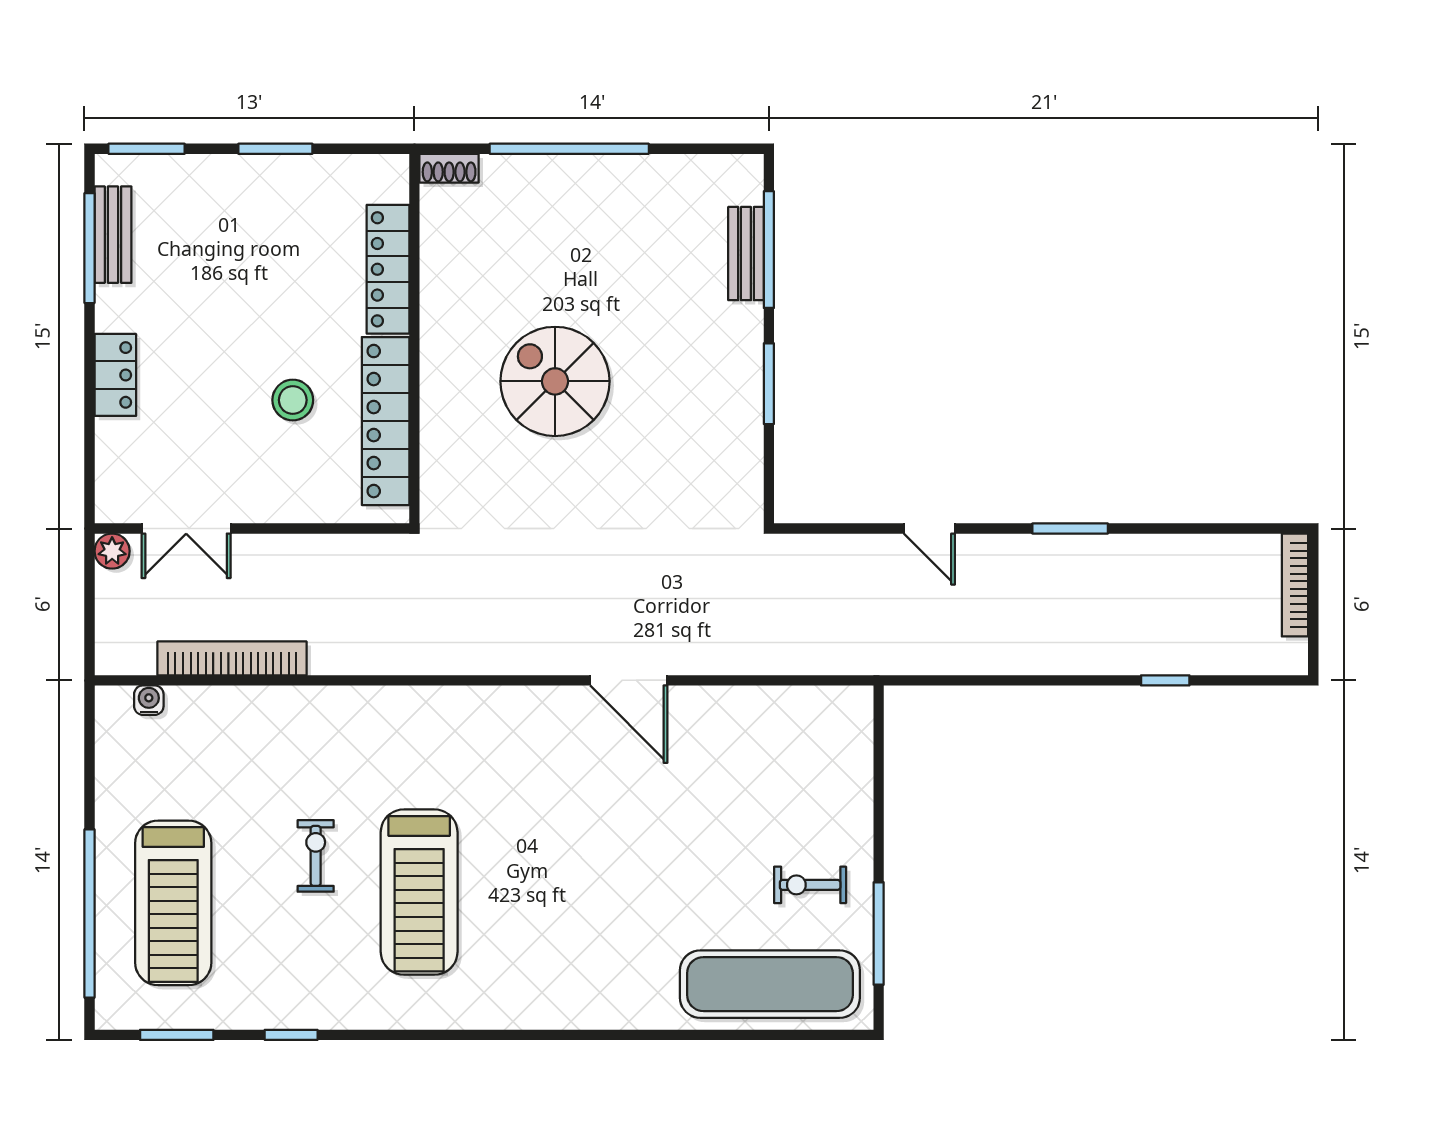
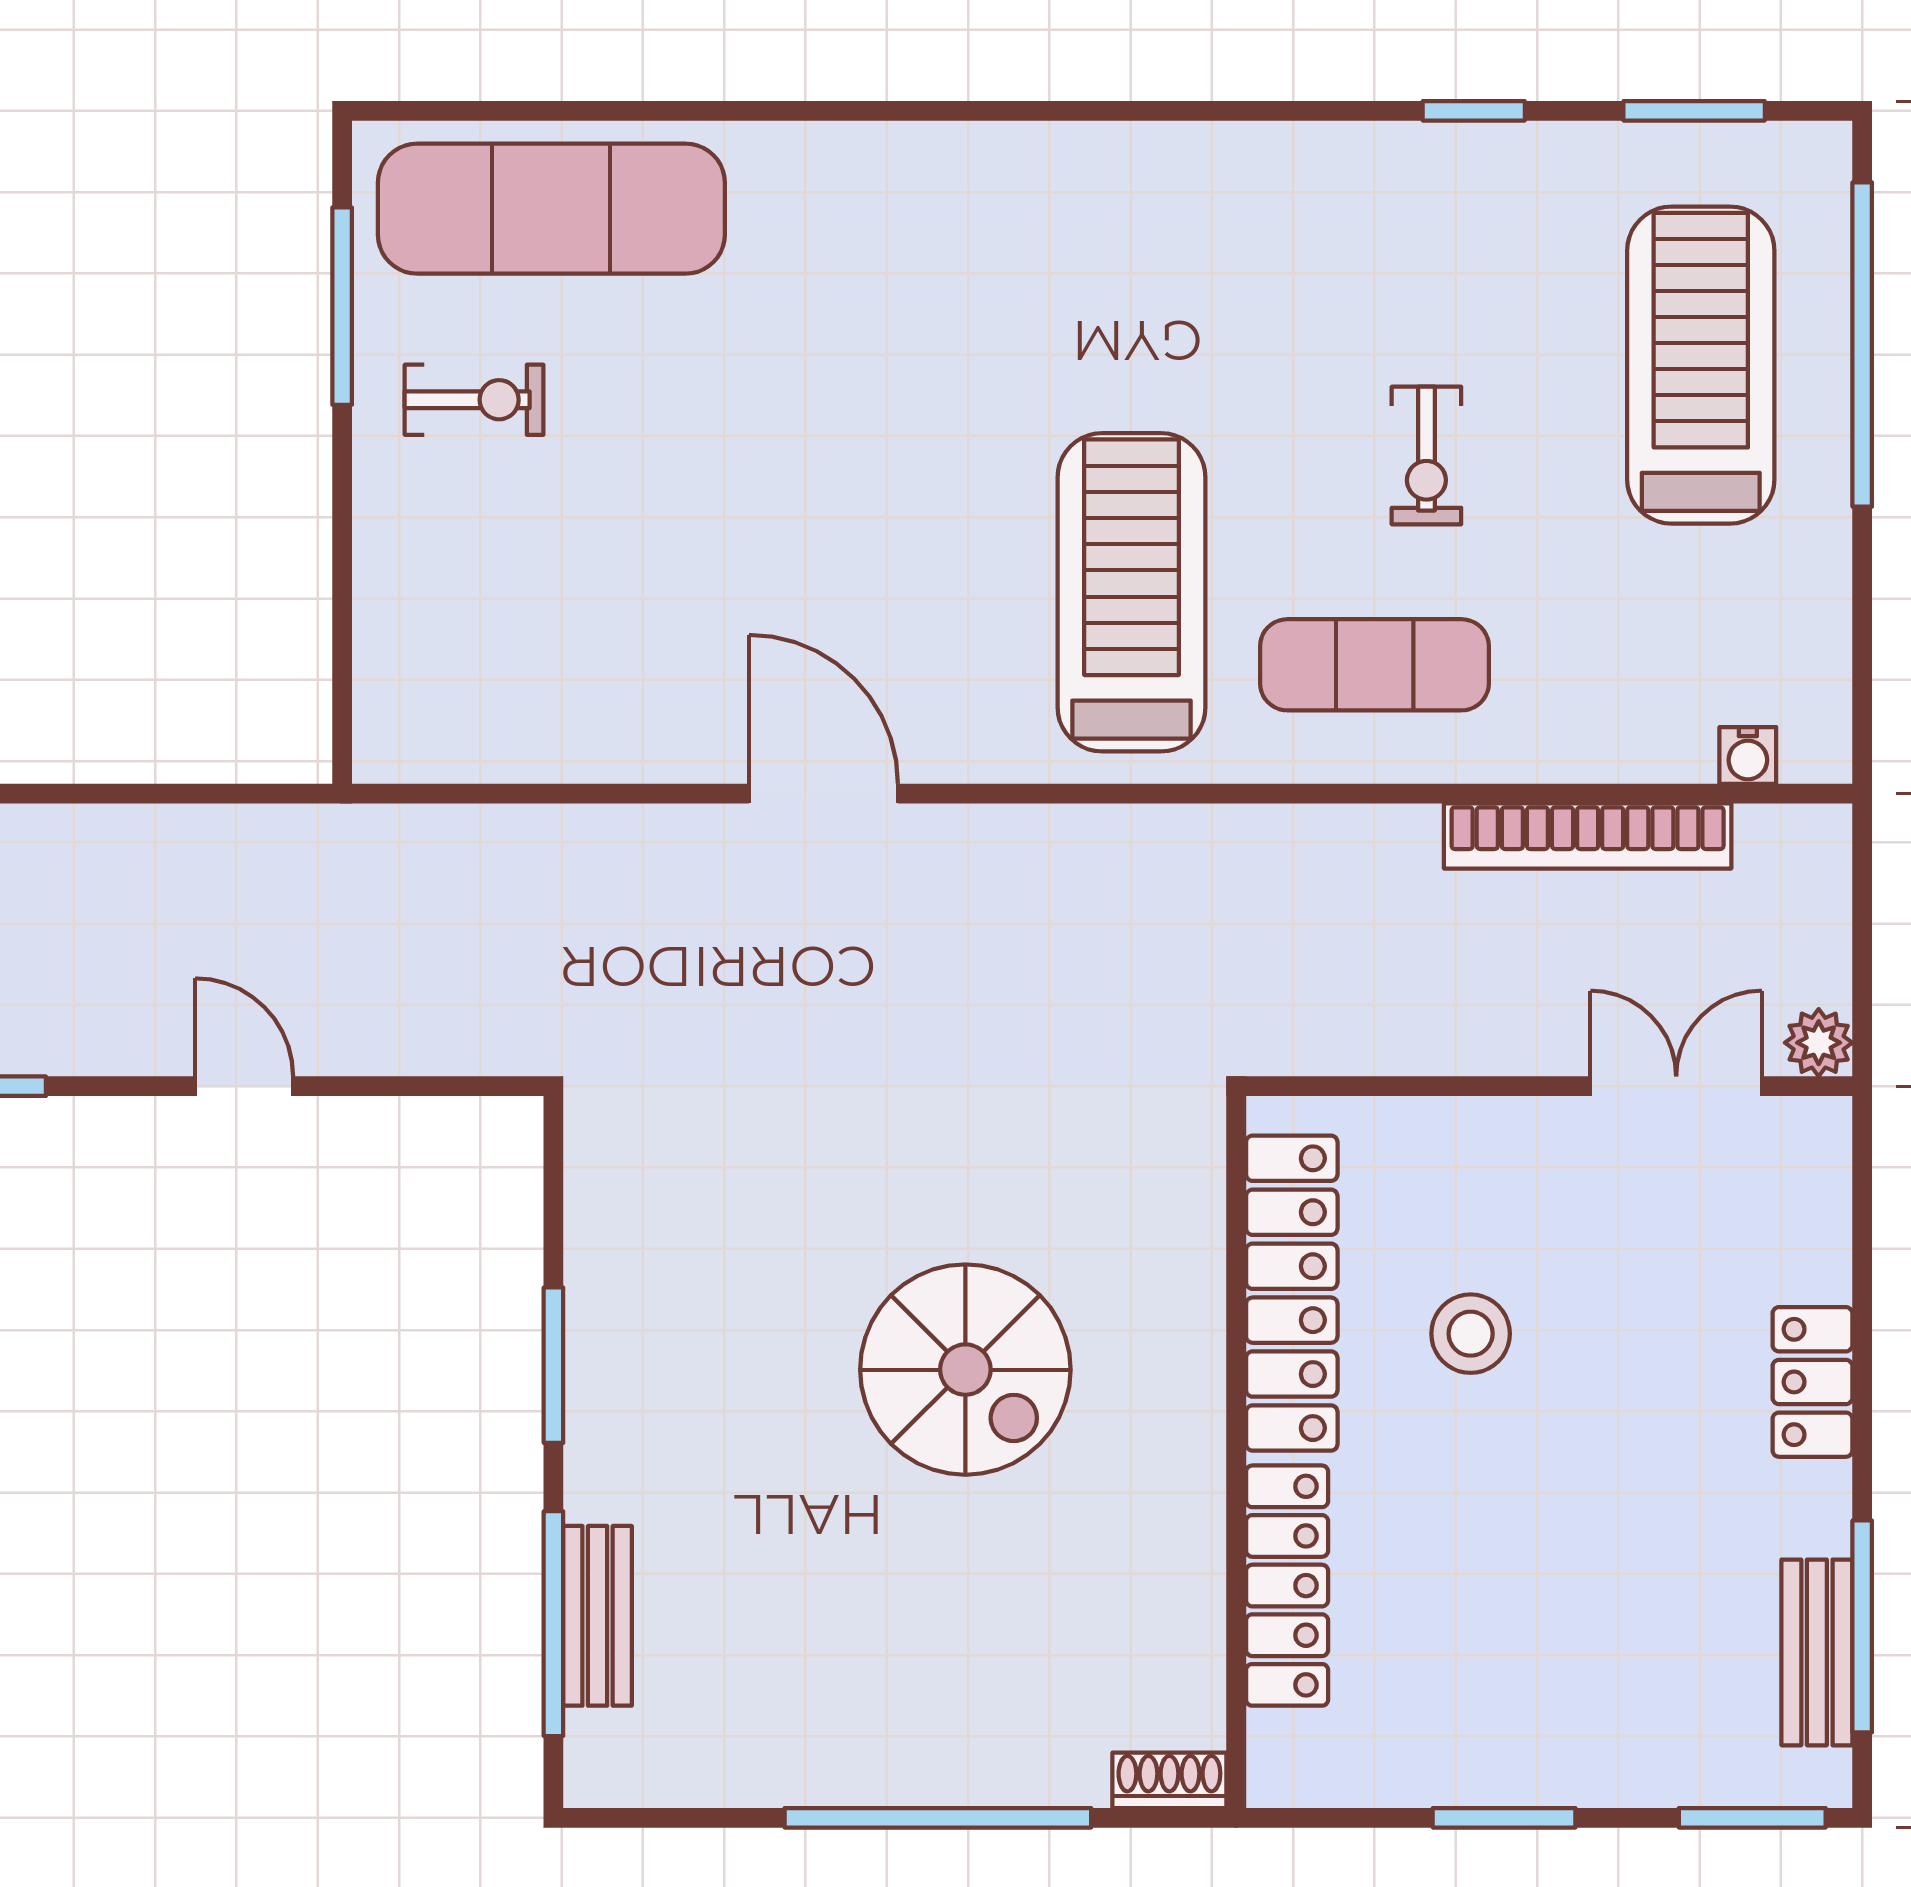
exercise mat: (343, 747) -> (1374, 665), added
treadmill: (419, 892) -> (1132, 592), moved

